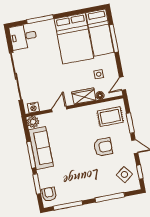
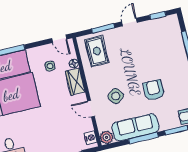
armchair: (103, 147) -> (154, 90), moved
side table: (124, 174) -> (116, 96), moved

